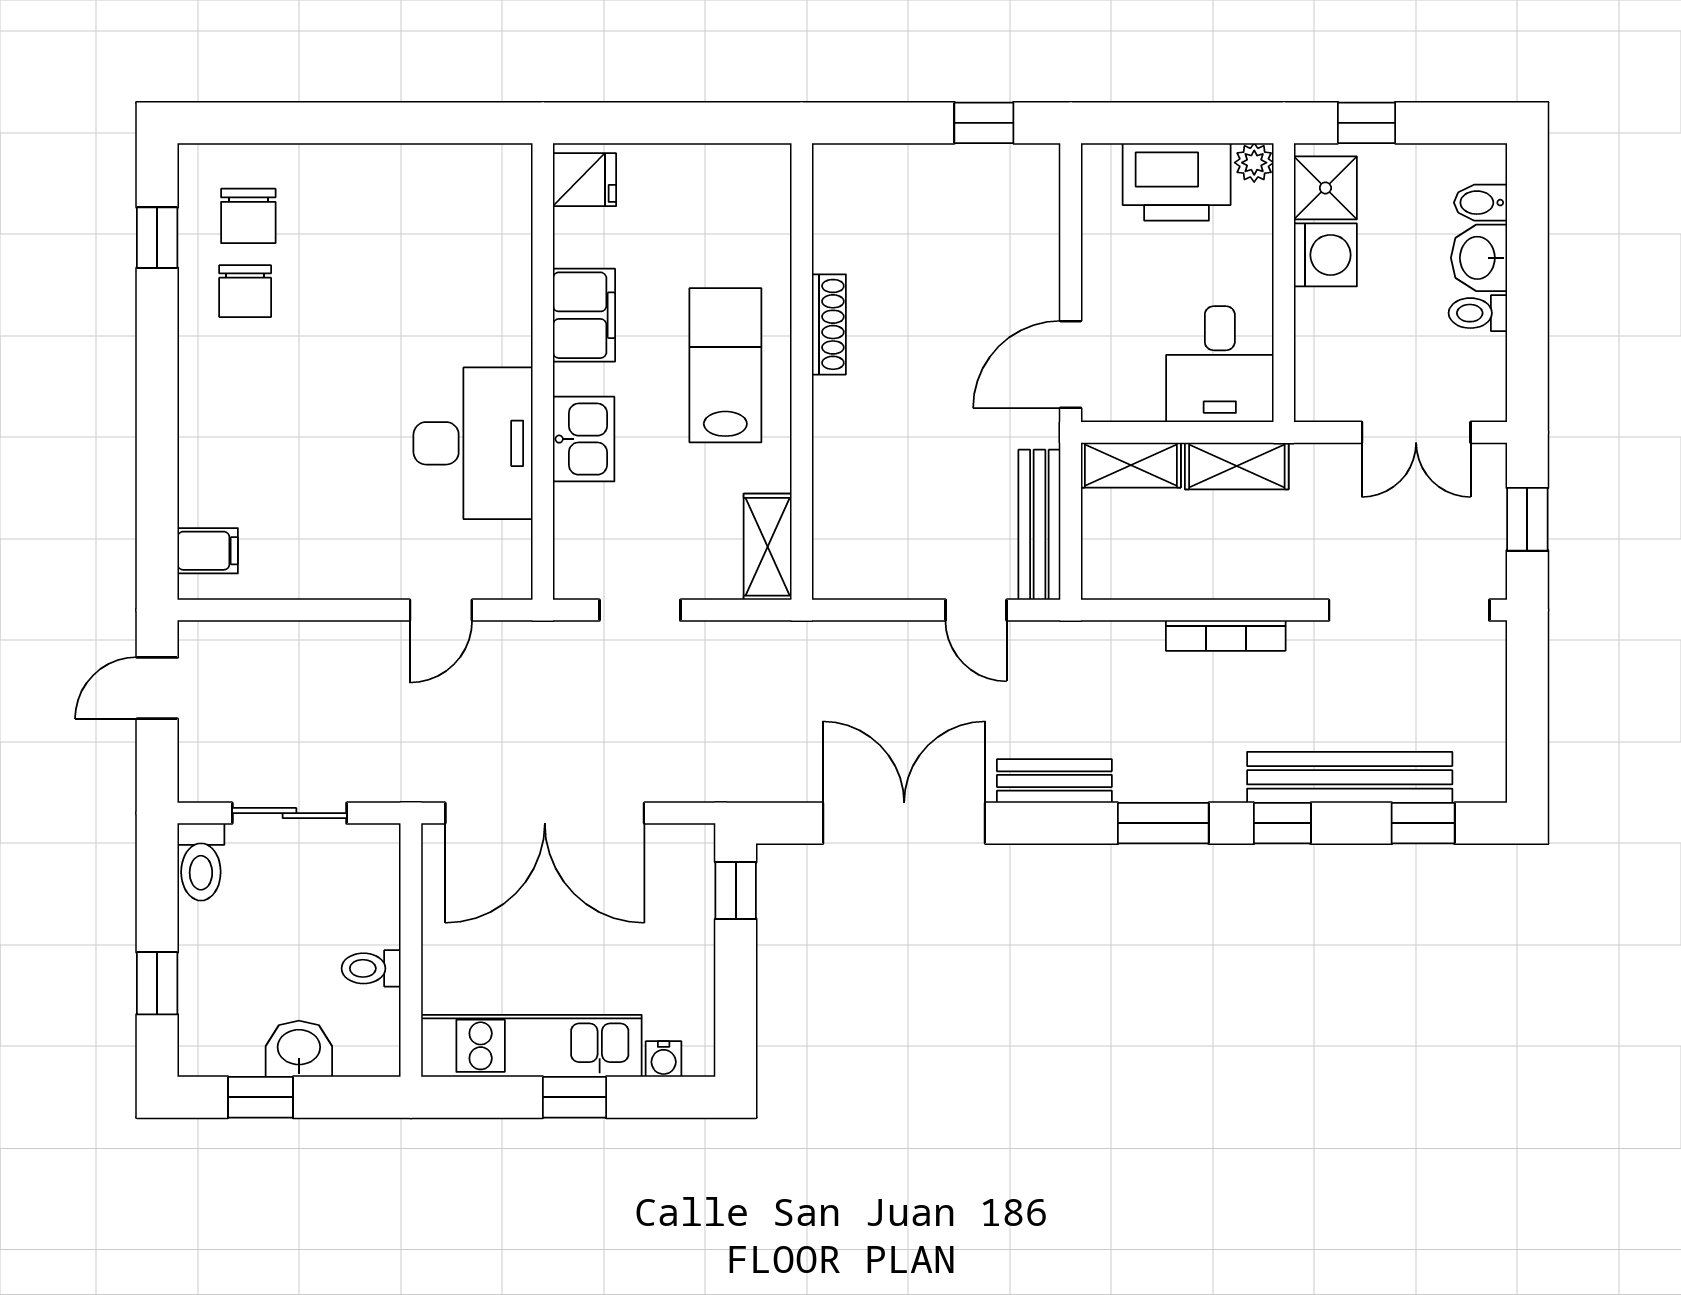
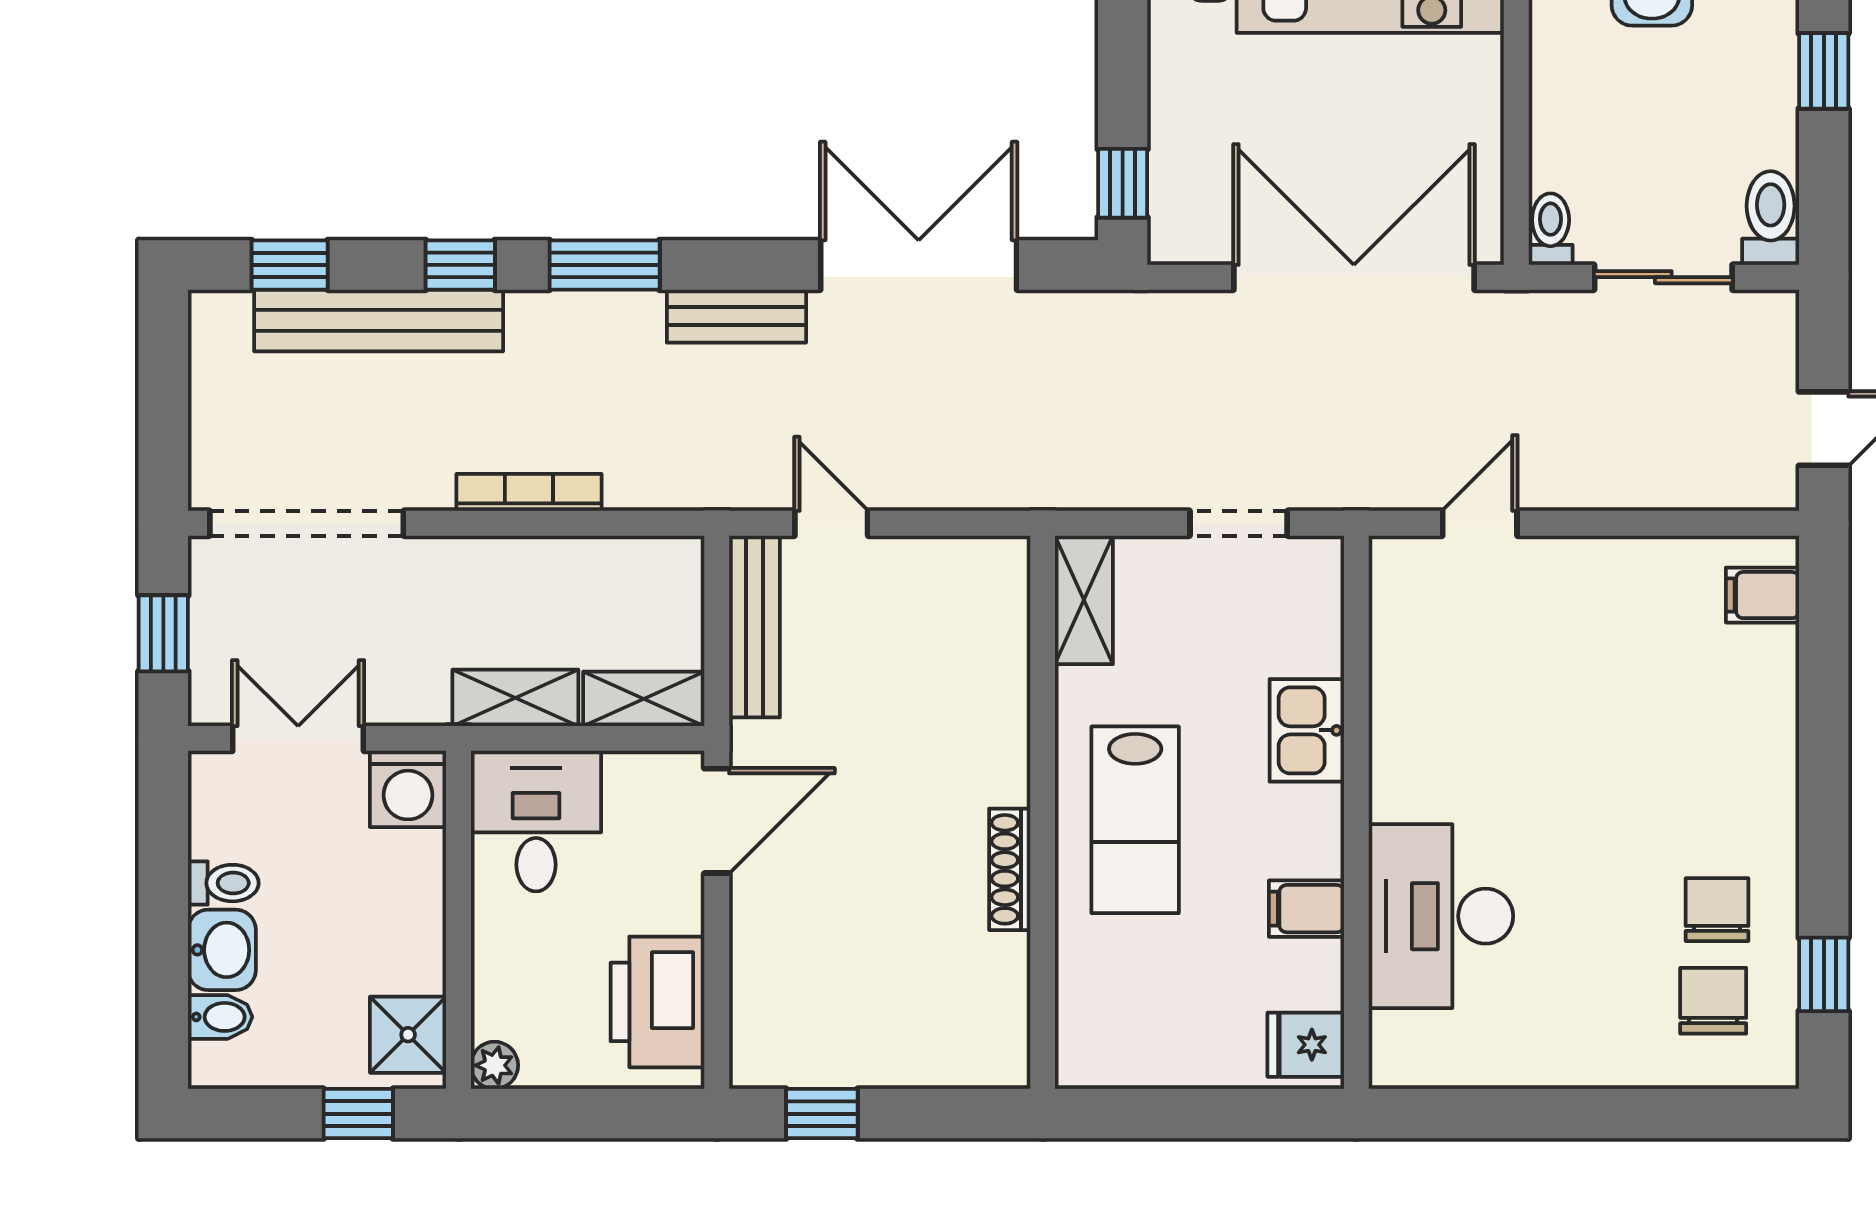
printer: (1177, 182) -> (657, 1002), moved, turned -90
washing machine: (1325, 255) -> (408, 789), moved, turned -90
filing cabinet: (584, 315) -> (1306, 909), width x0.50
desk: (473, 443) -> (1441, 916), moved
double door: (904, 823) -> (919, 265), swing flipped
toilet: (371, 968) -> (1551, 229), moved, turned -90

